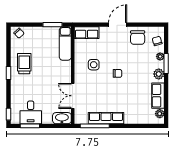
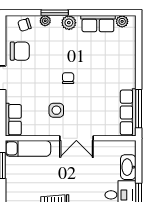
double door: (73, 96) -> (76, 138), moved
washbasin: (62, 118) -> (128, 167), moved
row of seats: (106, 118) -> (128, 112), moved

